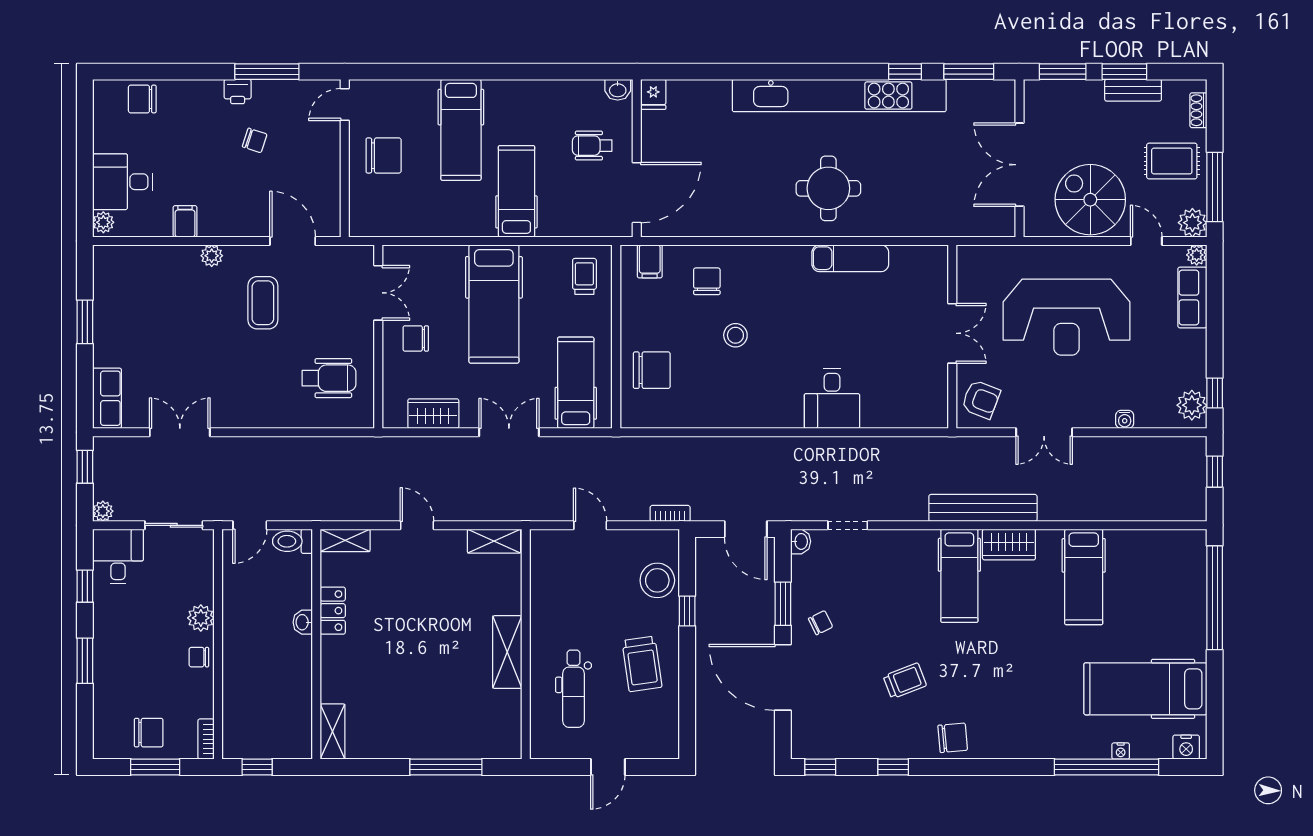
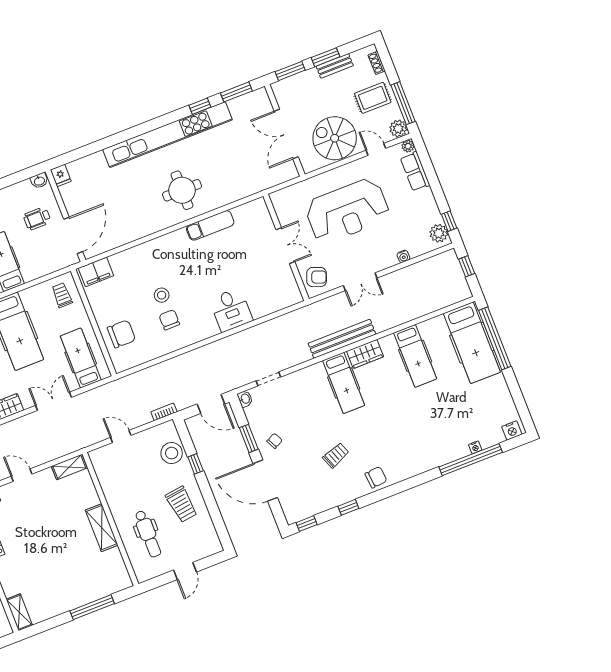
filing cabinet: (650, 261) -> (96, 272), width x2.00
chair: (707, 281) -> (169, 320), moved
hospital bed: (1145, 689) -> (472, 343), moved, turned -90

